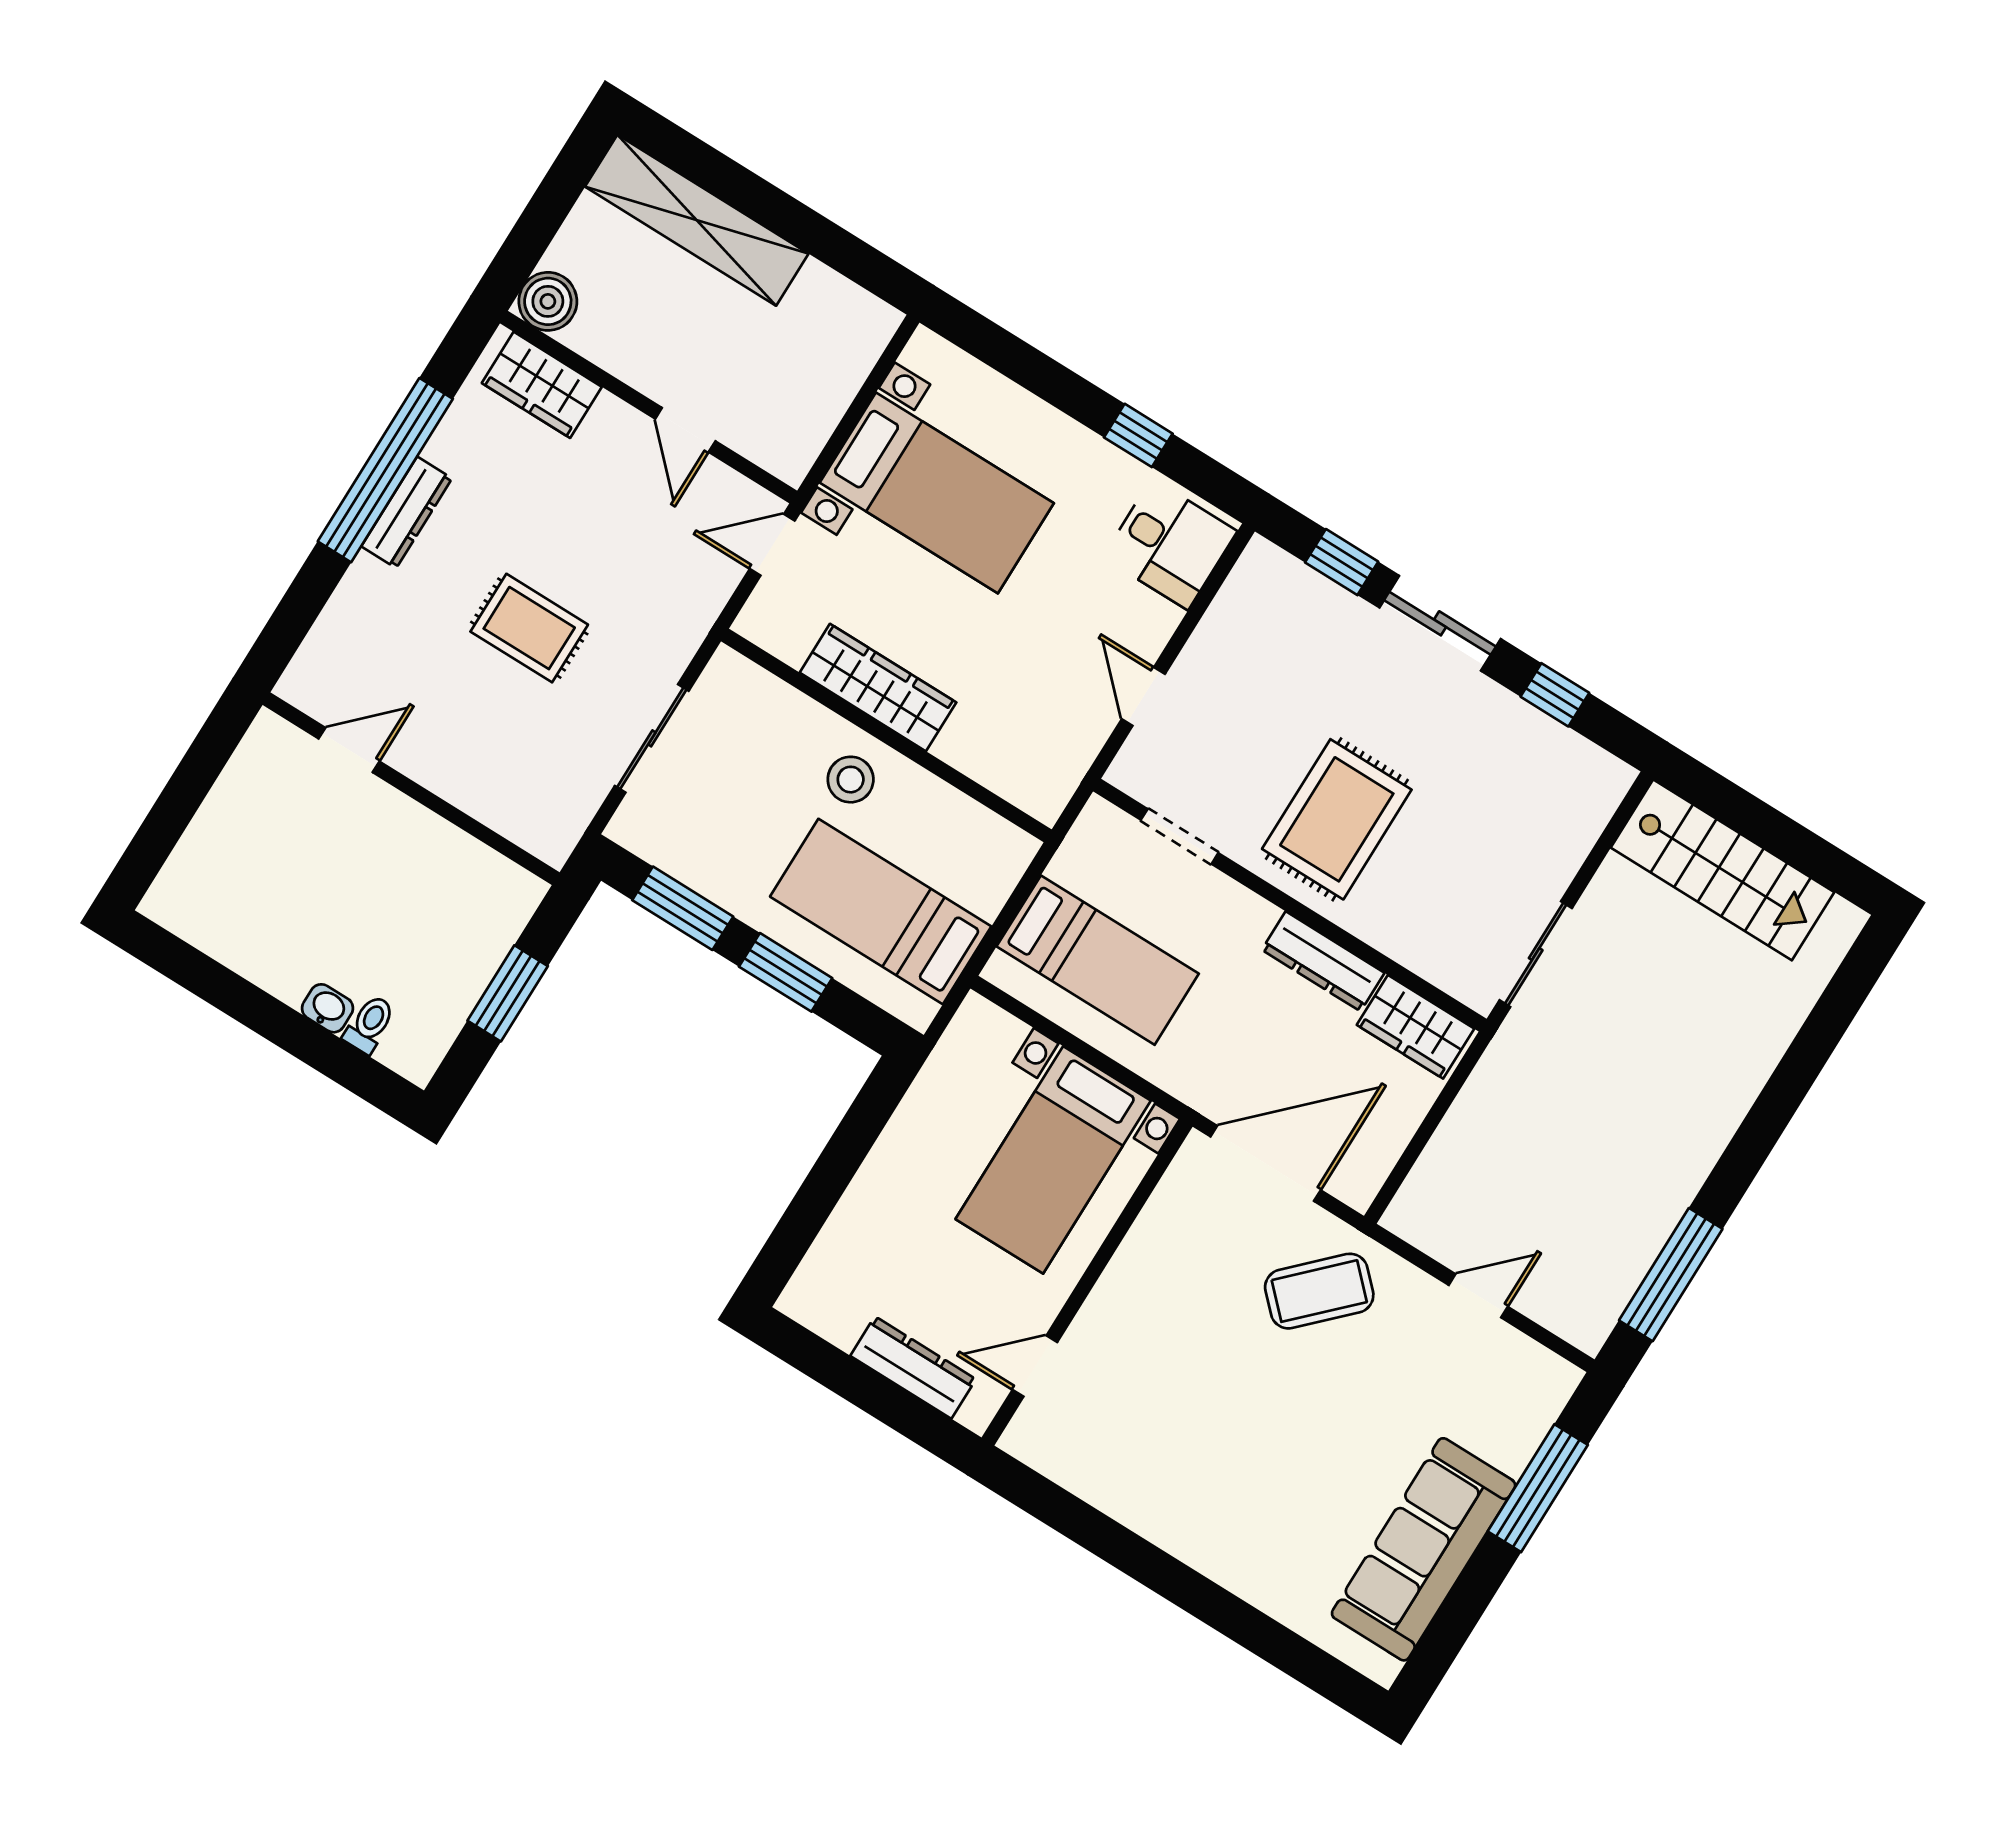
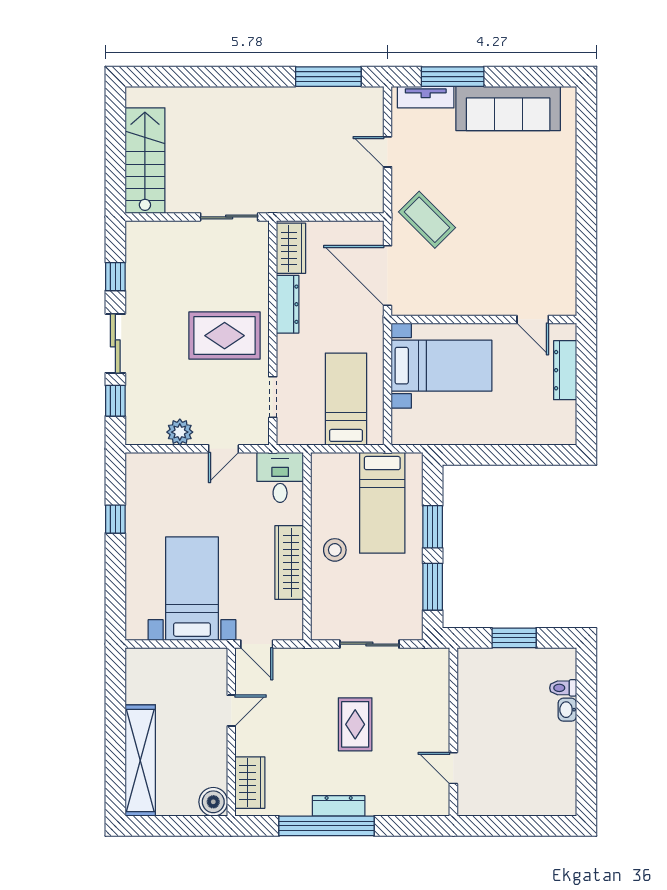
desk: (1170, 544) -> (280, 477), moved
plant: (1219, 639) -> (180, 432), added
tv unit: (1531, 1420) -> (426, 97), added

